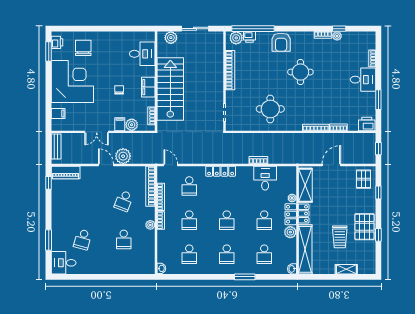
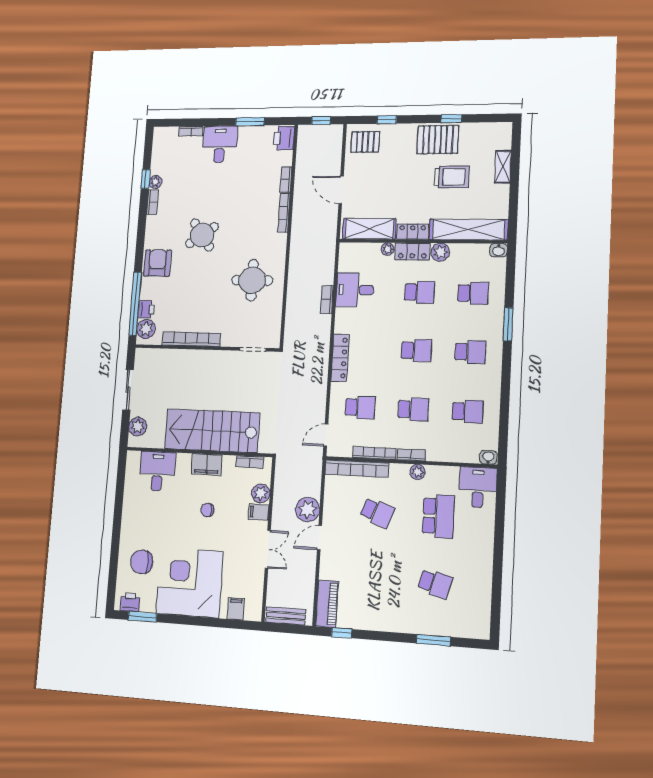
armchair: (281, 42) -> (158, 263), turned -90
round table: (300, 72) -> (202, 235), turned -35
school desk: (124, 239) -> (438, 516), width x1.85
desk: (64, 263) -> (478, 487), moved, turned 180

